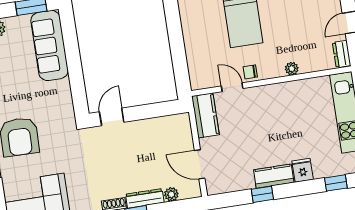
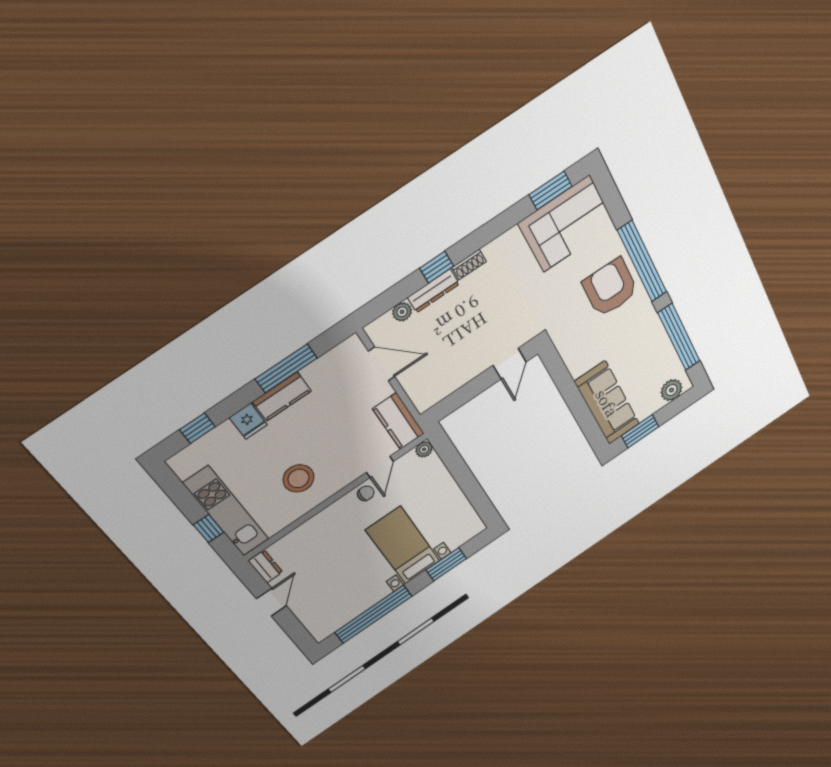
plant: (292, 69) -> (424, 449), moved
door: (232, 87) -> (380, 467), hinge flipped
stool: (290, 110) -> (299, 478), added
window: (262, 194) -> (286, 368), width x2.17

